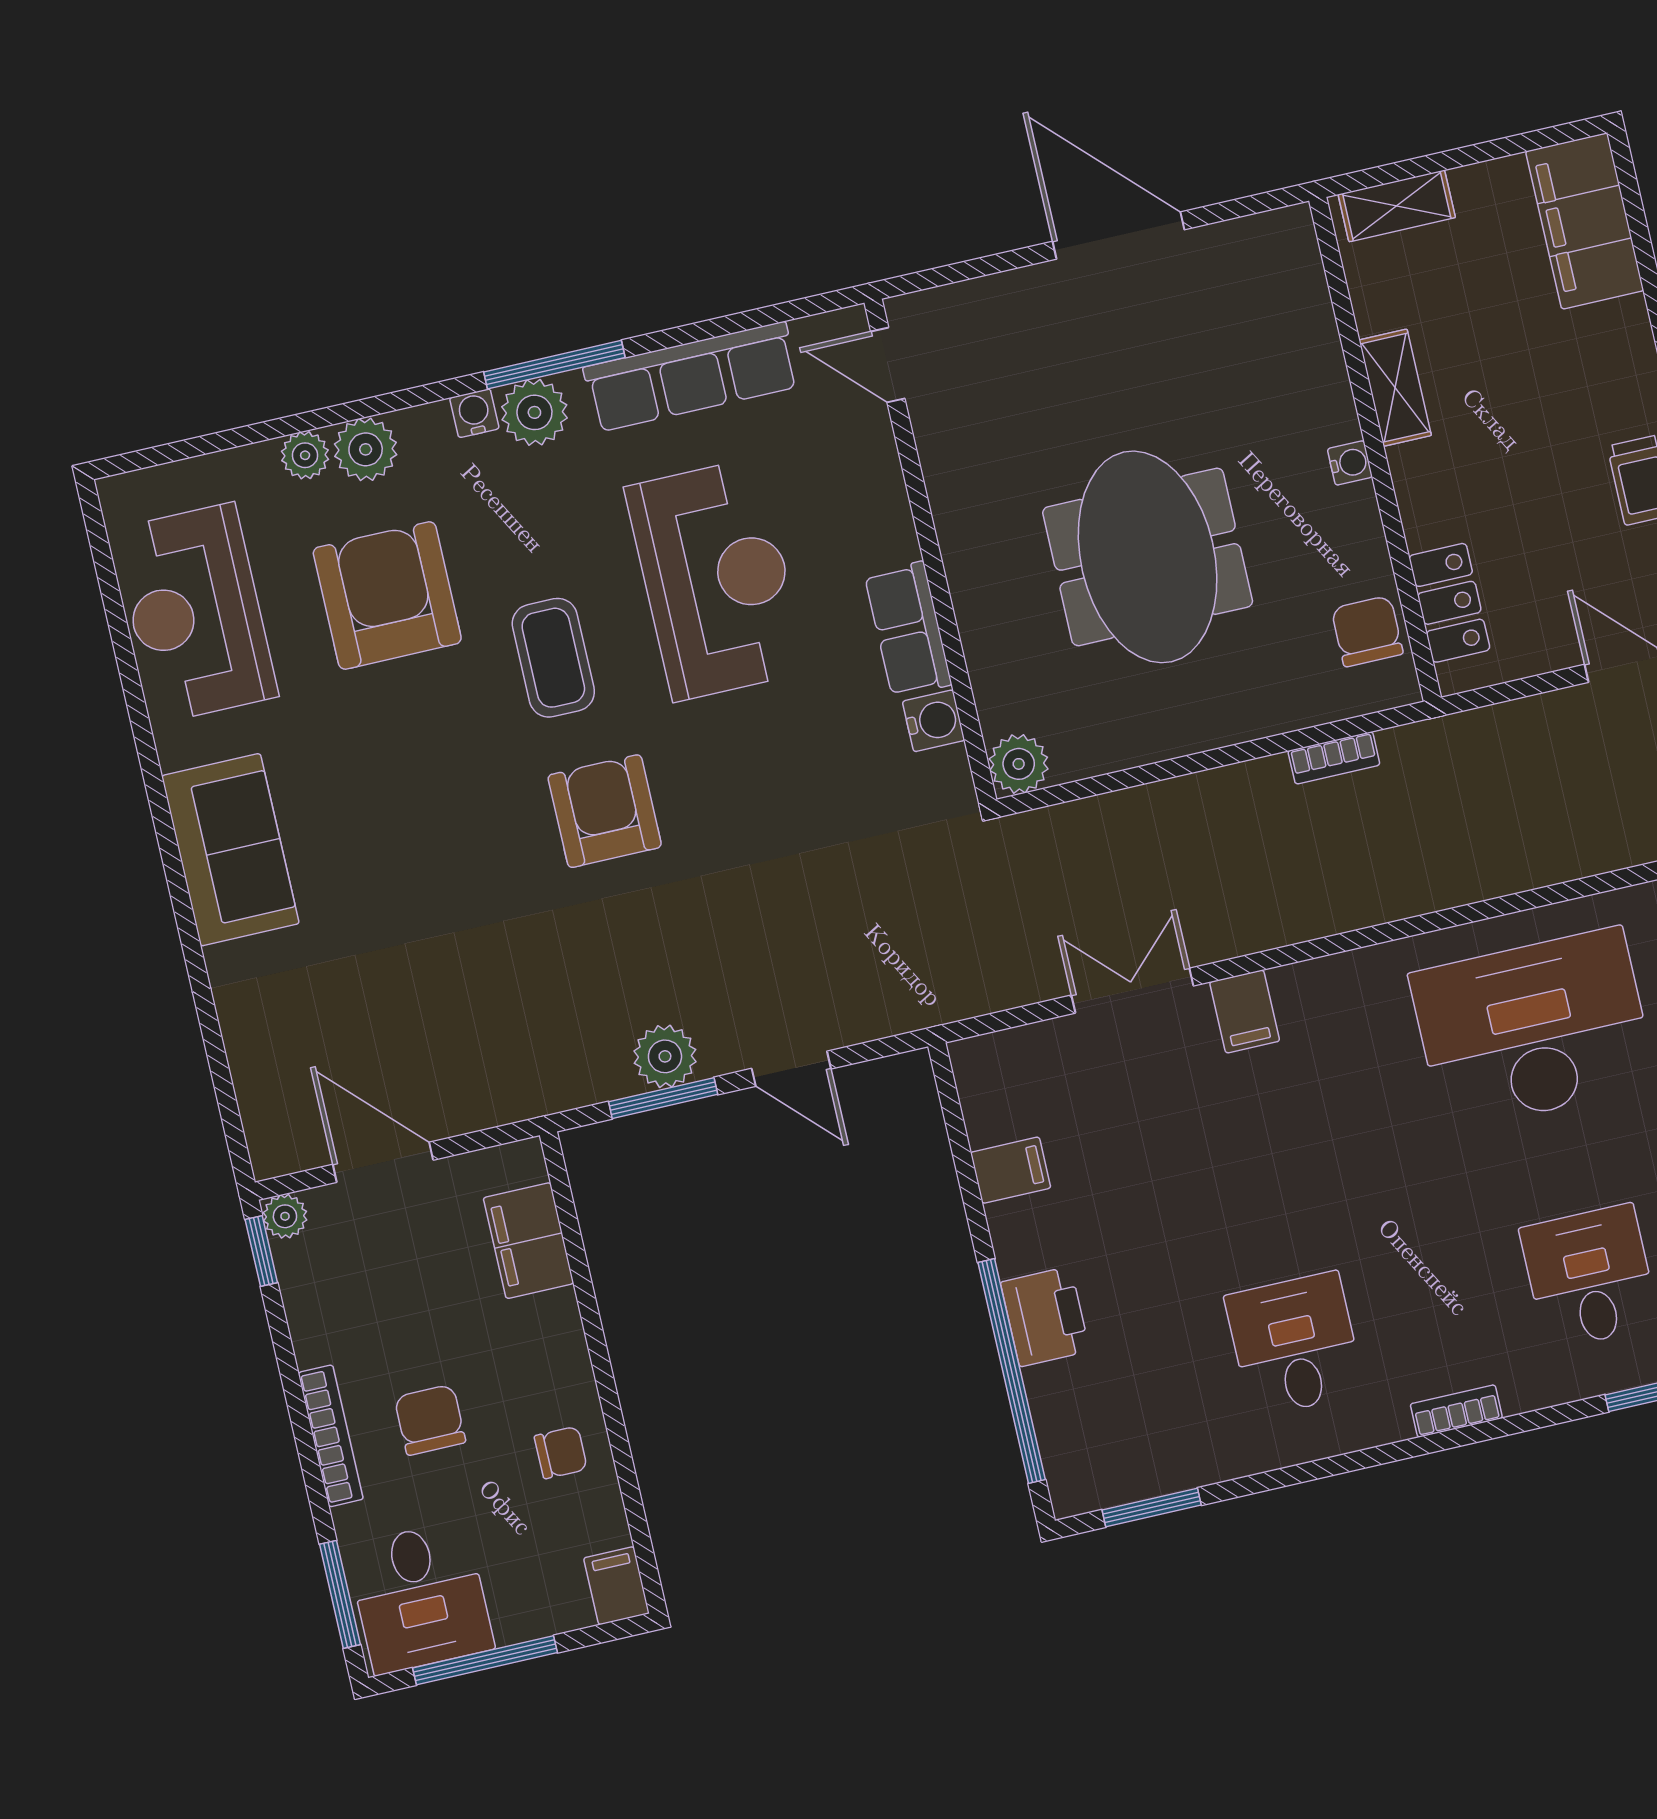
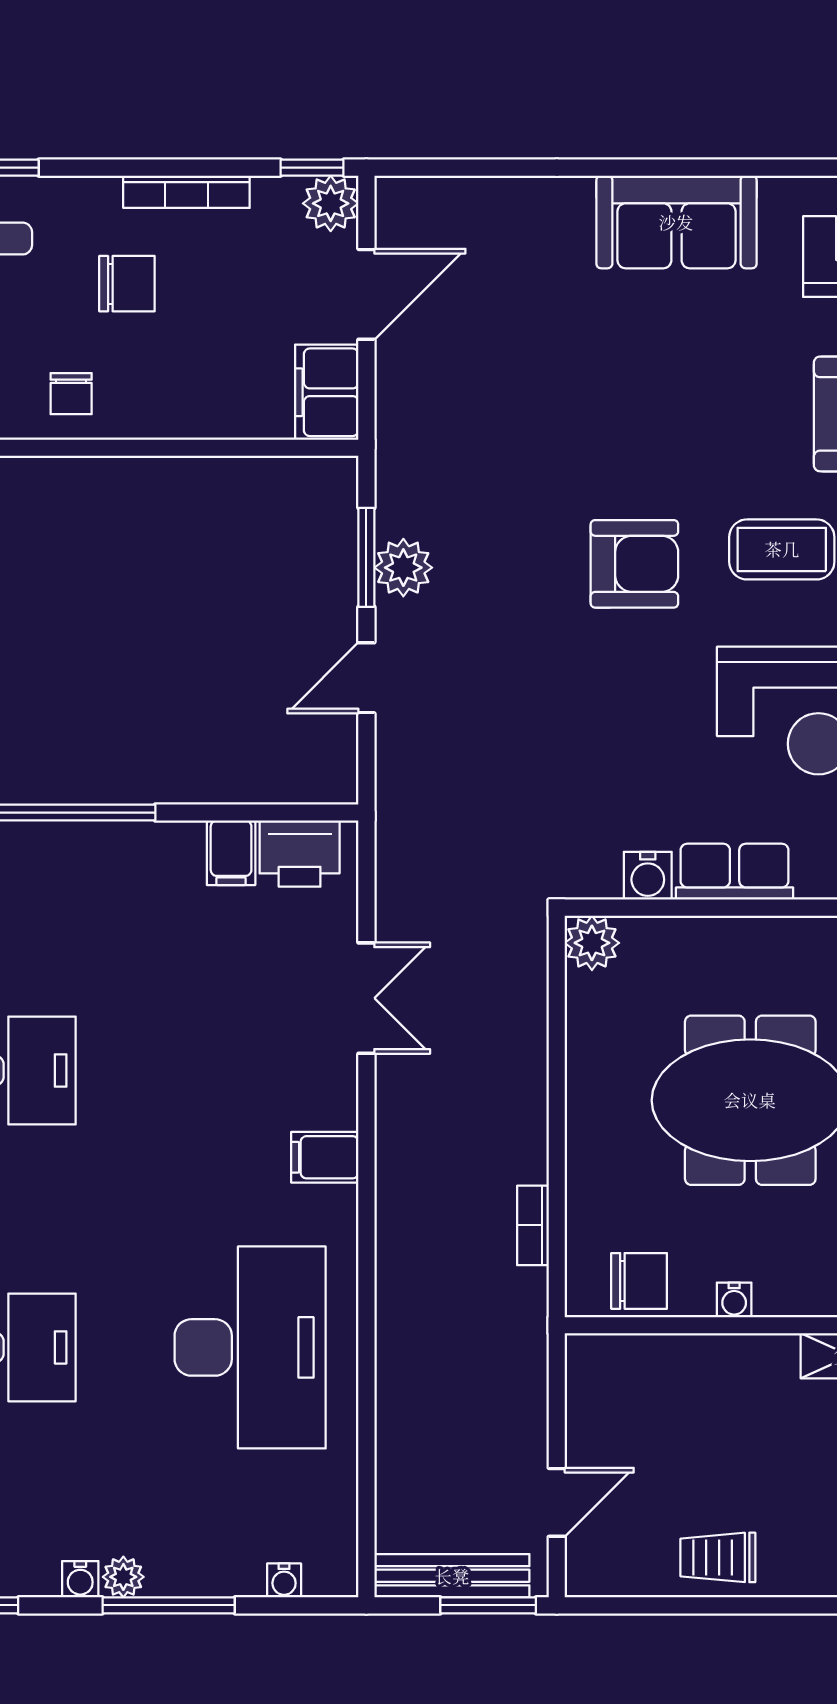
water cooler: (1350, 463) -> (734, 1300), moved
locker: (1449, 603) -> (648, 1360), removed
filing cabinet: (1245, 1012) -> (325, 1157), moved
plant: (285, 1216) -> (331, 203), width x1.38, depth x1.38
filing cabinet: (528, 1241) -> (327, 392), moved, turned -90
printer: (1045, 1317) -> (300, 854), moved
bookcase: (331, 1436) -> (186, 192), moved

